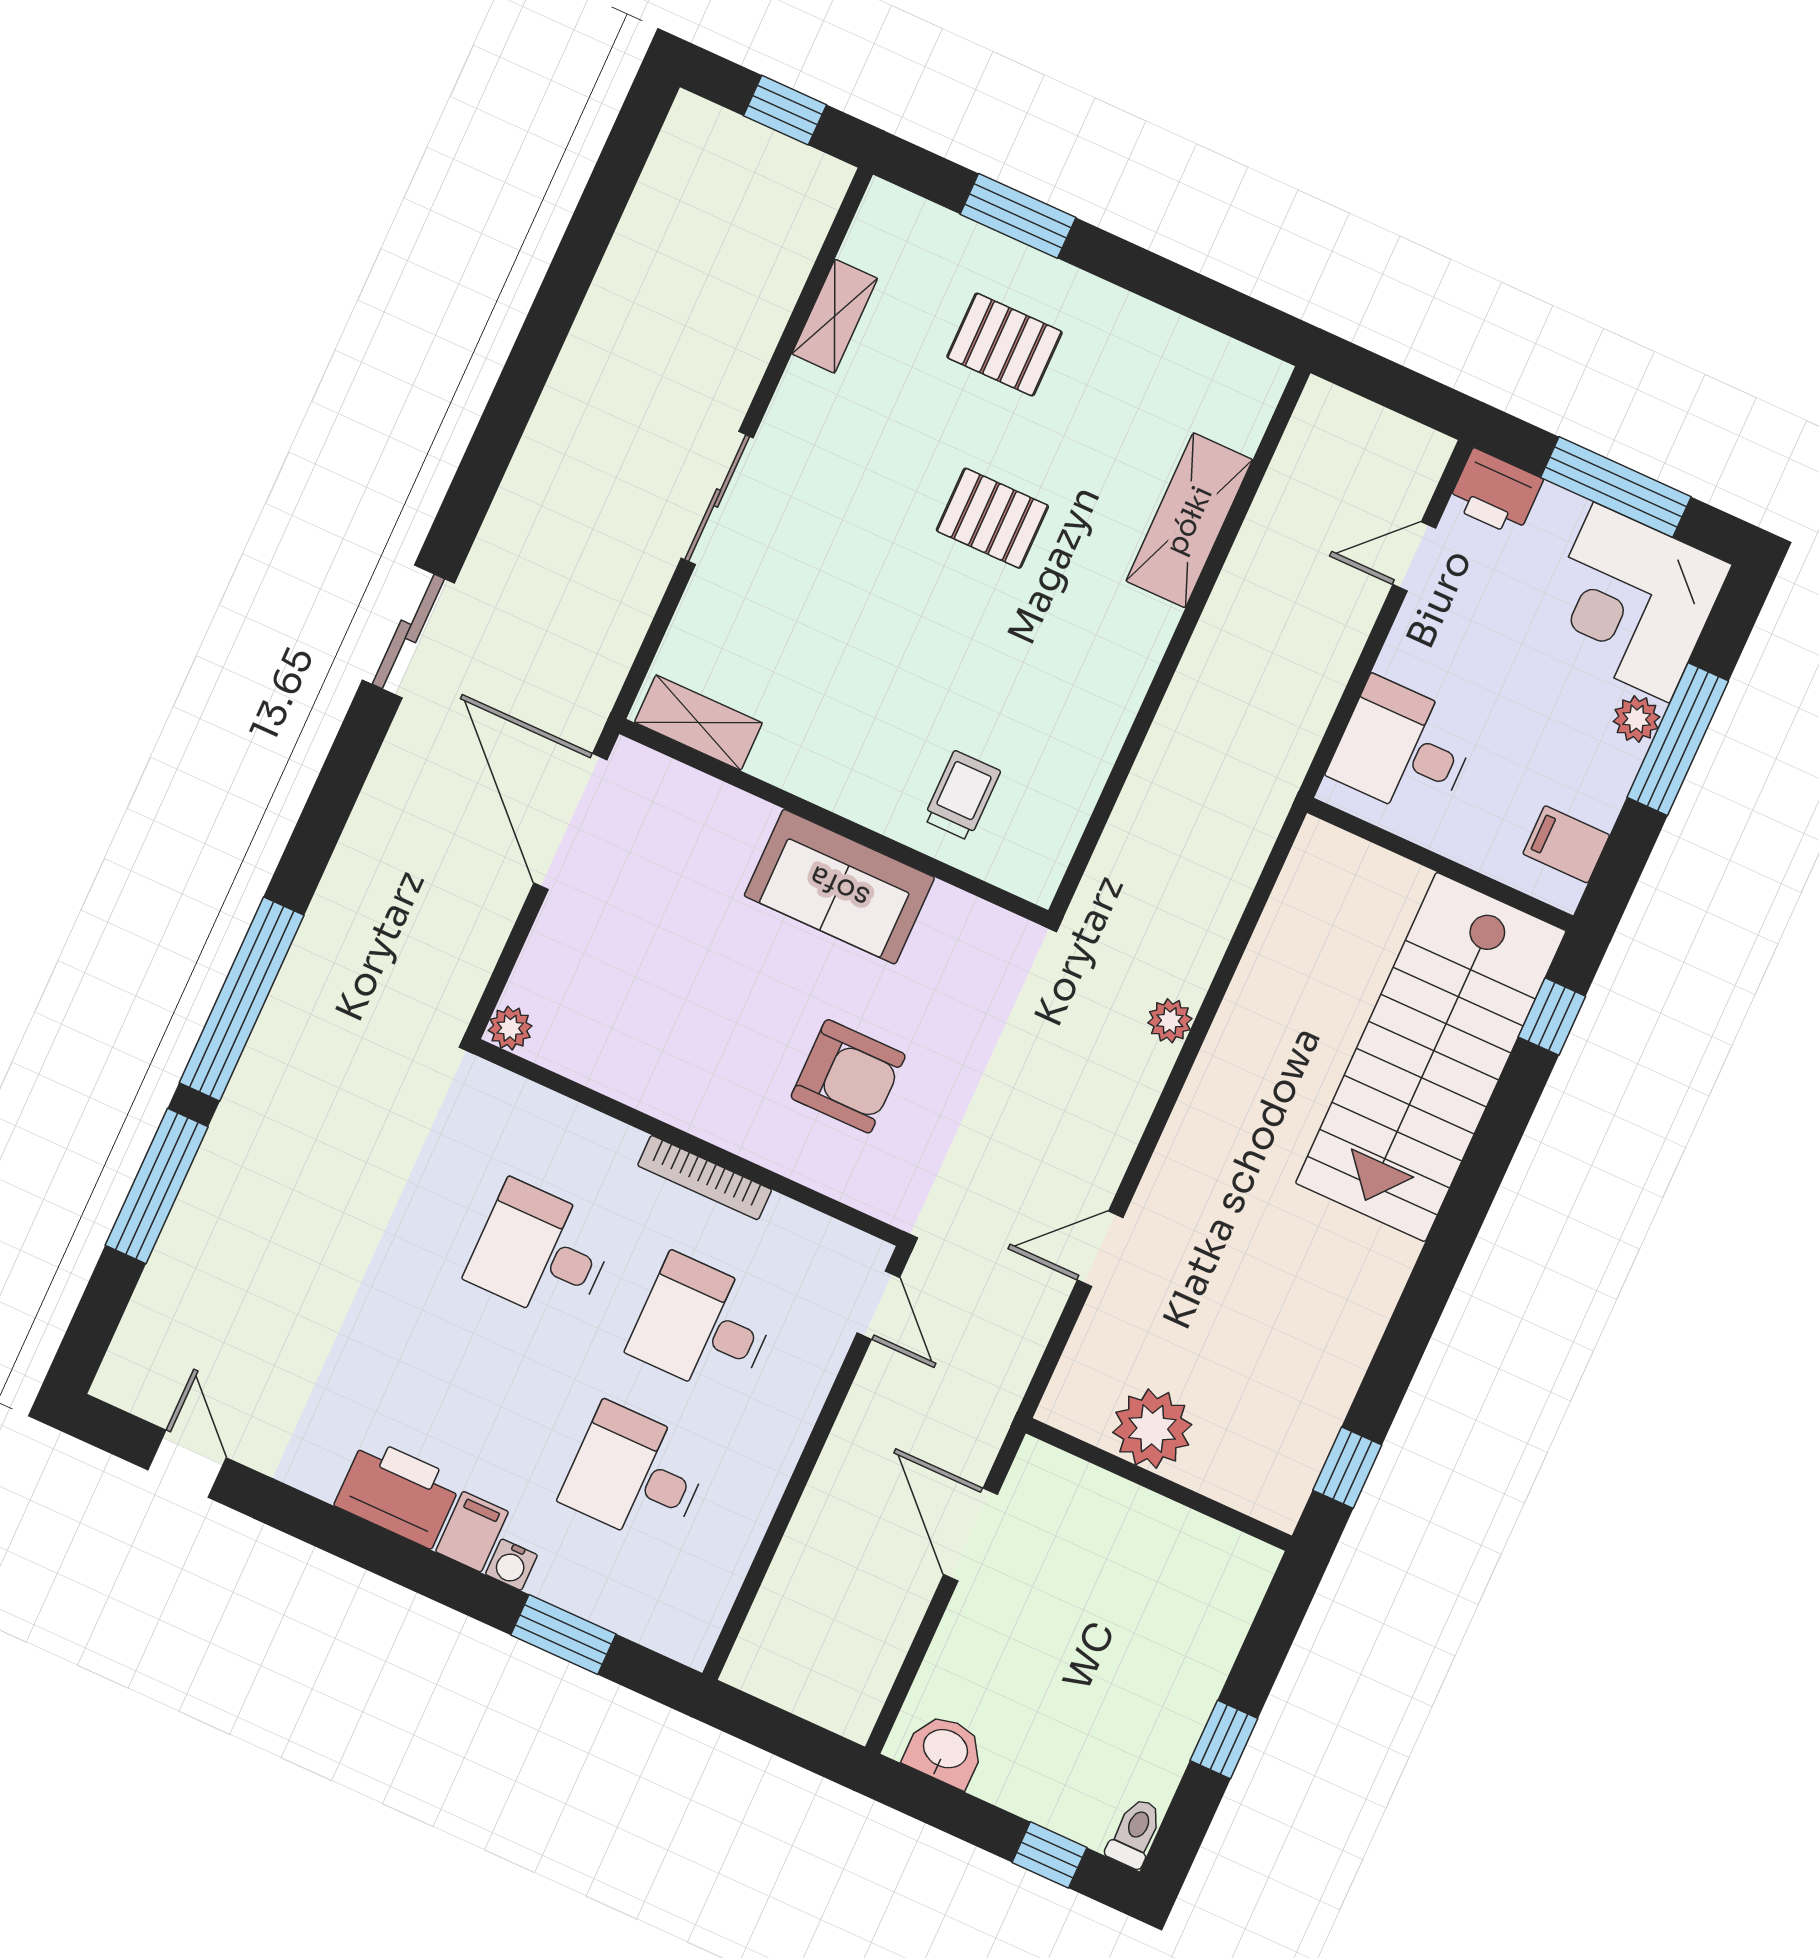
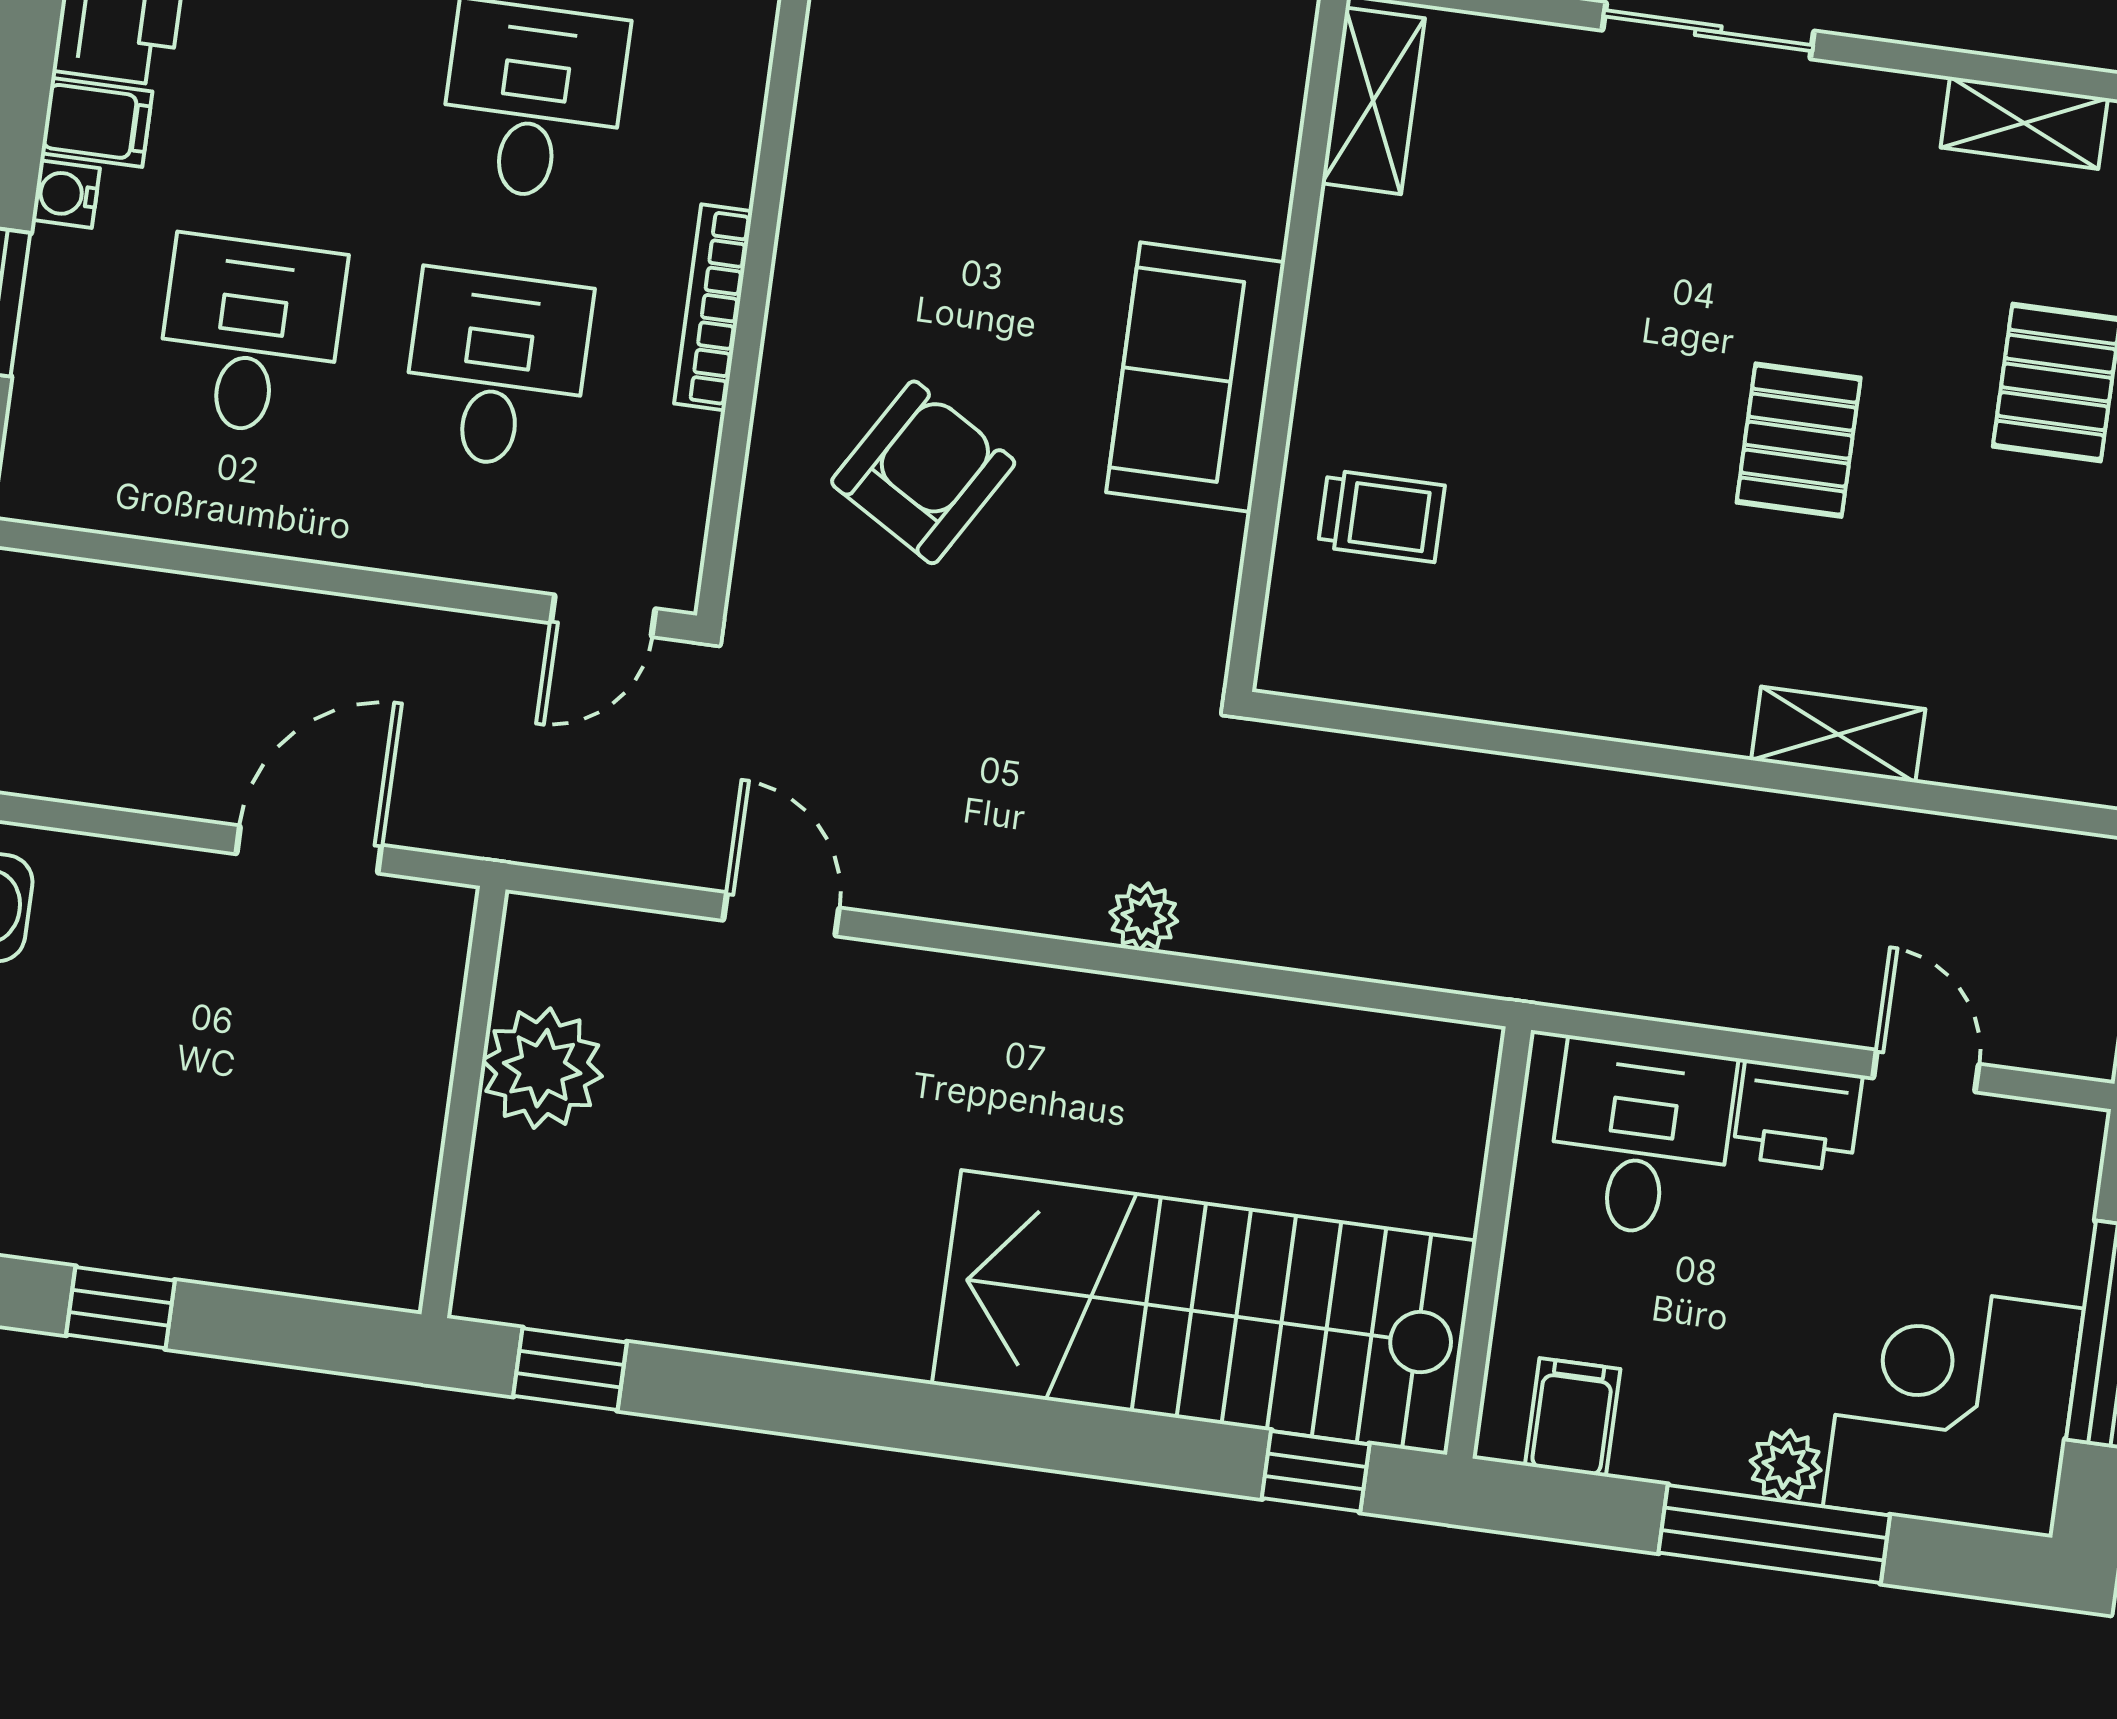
printer: (1495, 492) -> (1797, 1116), moved, turned -90
shelving: (1189, 520) -> (1838, 734), width x0.67, depth x0.75
armchair: (848, 1076) -> (923, 472), turned -149

